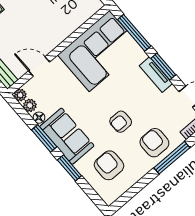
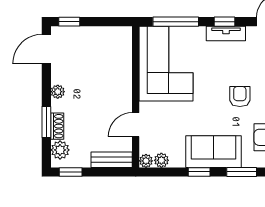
window: (163, 67) -> (225, 22), width x0.67
floor lamp: (39, 118) -> (178, 161), removed
armchair: (121, 122) -> (240, 96), turned 180
window: (44, 138) -> (199, 172), width x0.67

